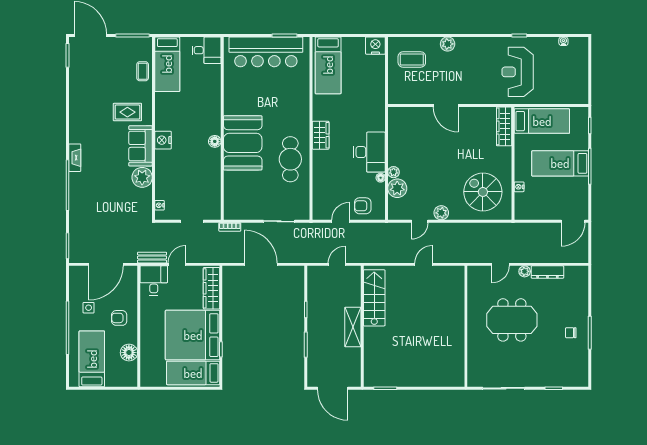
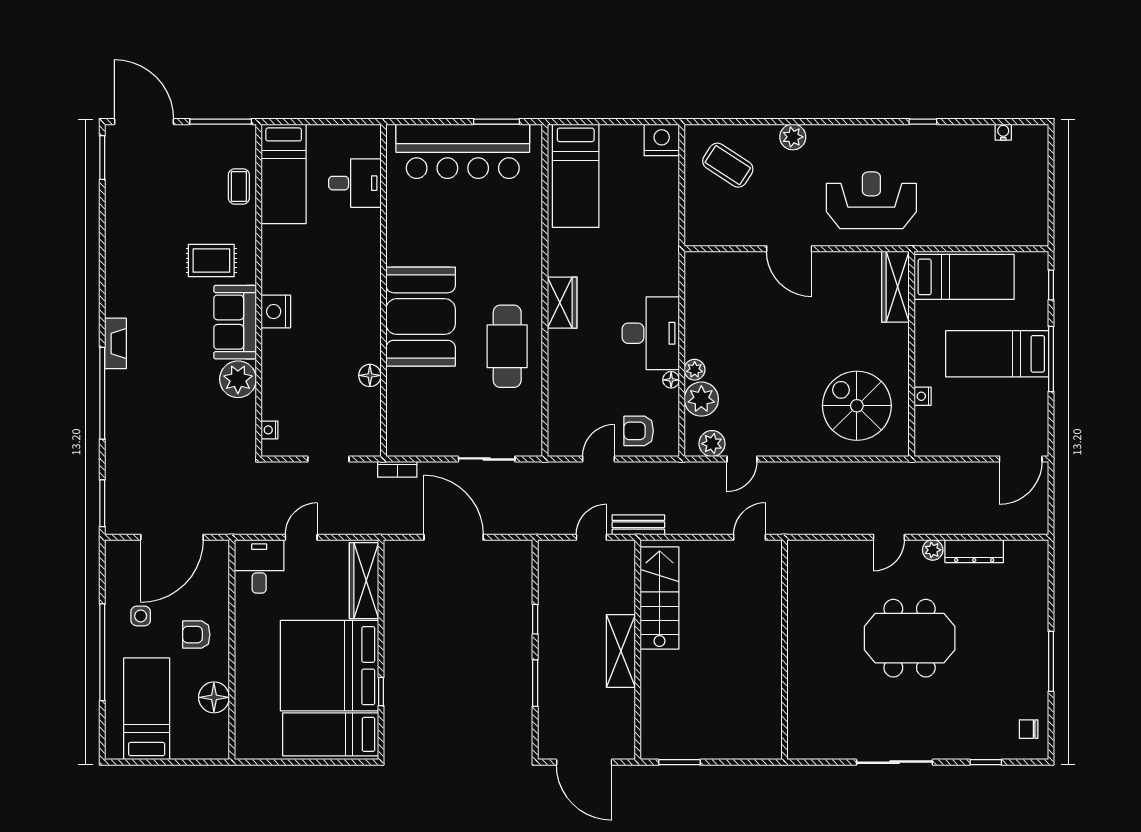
desk: (206, 50) -> (355, 183), moved
coffee table: (412, 59) -> (728, 165), turned 33
reception desk: (518, 72) -> (871, 200), moved, turned 90
floor lamp: (215, 141) -> (370, 375), moved
plant: (441, 213) -> (712, 444), moved
bench: (152, 258) -> (638, 525), moved
wall: (466, 326) -> (784, 650), moved
chair: (571, 333) -> (1029, 729), moved

